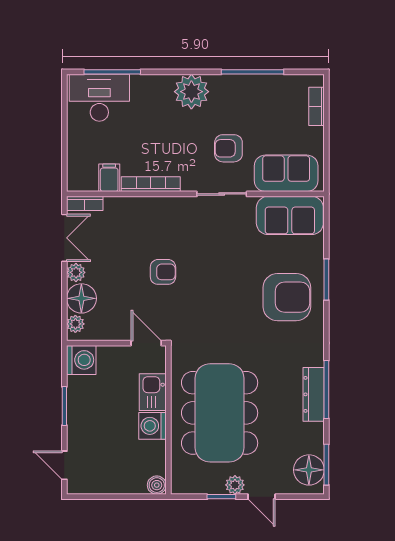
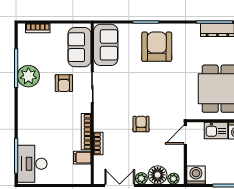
plant: (191, 92) -> (28, 76), moved
bookcase: (85, 203) -> (98, 143), moved

